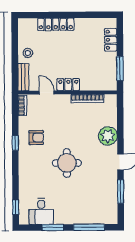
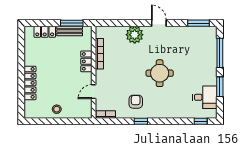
bench: (23, 77) -> (70, 31), moved
locker: (68, 85) -> (86, 61), moved
window: (121, 192) -> (198, 23), moved

